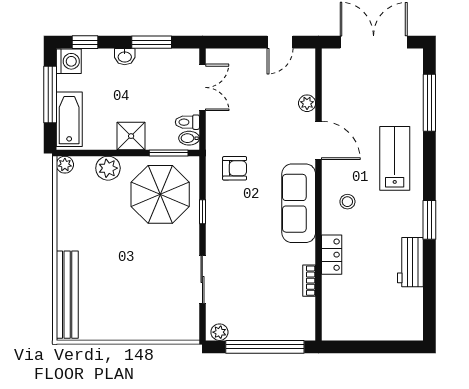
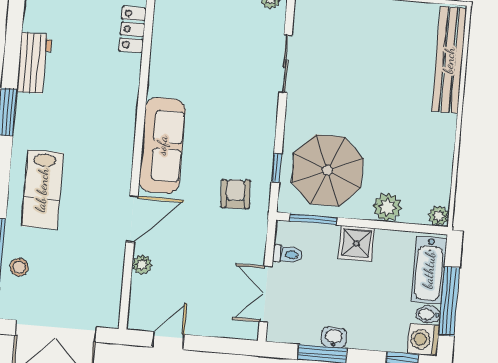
washbasin: (125, 57) -> (334, 337), moved
bidet: (189, 138) -> (428, 314), moved, turned 180
door: (319, 140) -> (132, 219), swing flipped
armchair: (235, 168) -> (236, 194), turned 87
stool: (347, 202) -> (19, 267), moved
window: (202, 212) -> (277, 168), moved
locker: (332, 255) -> (132, 29), moved
bookcase: (309, 281) -> (158, 52), removed

